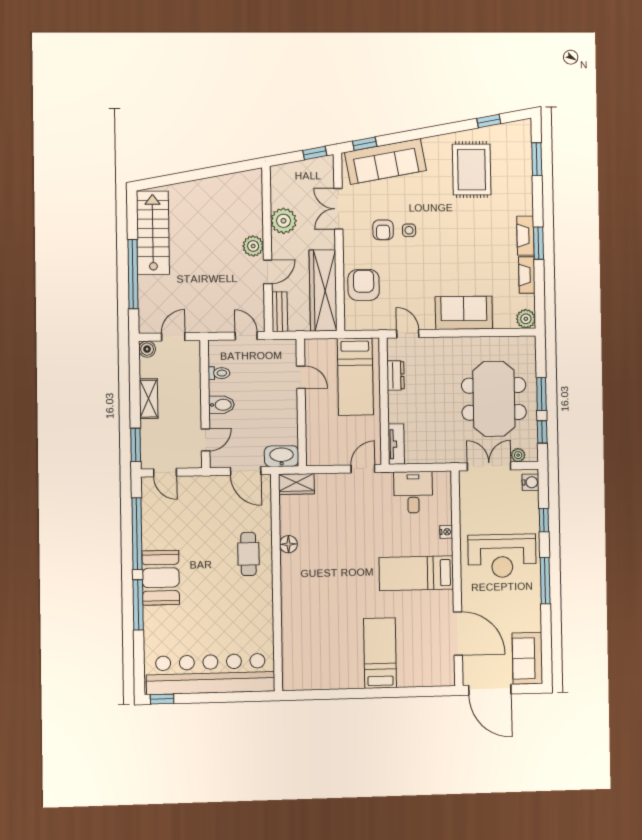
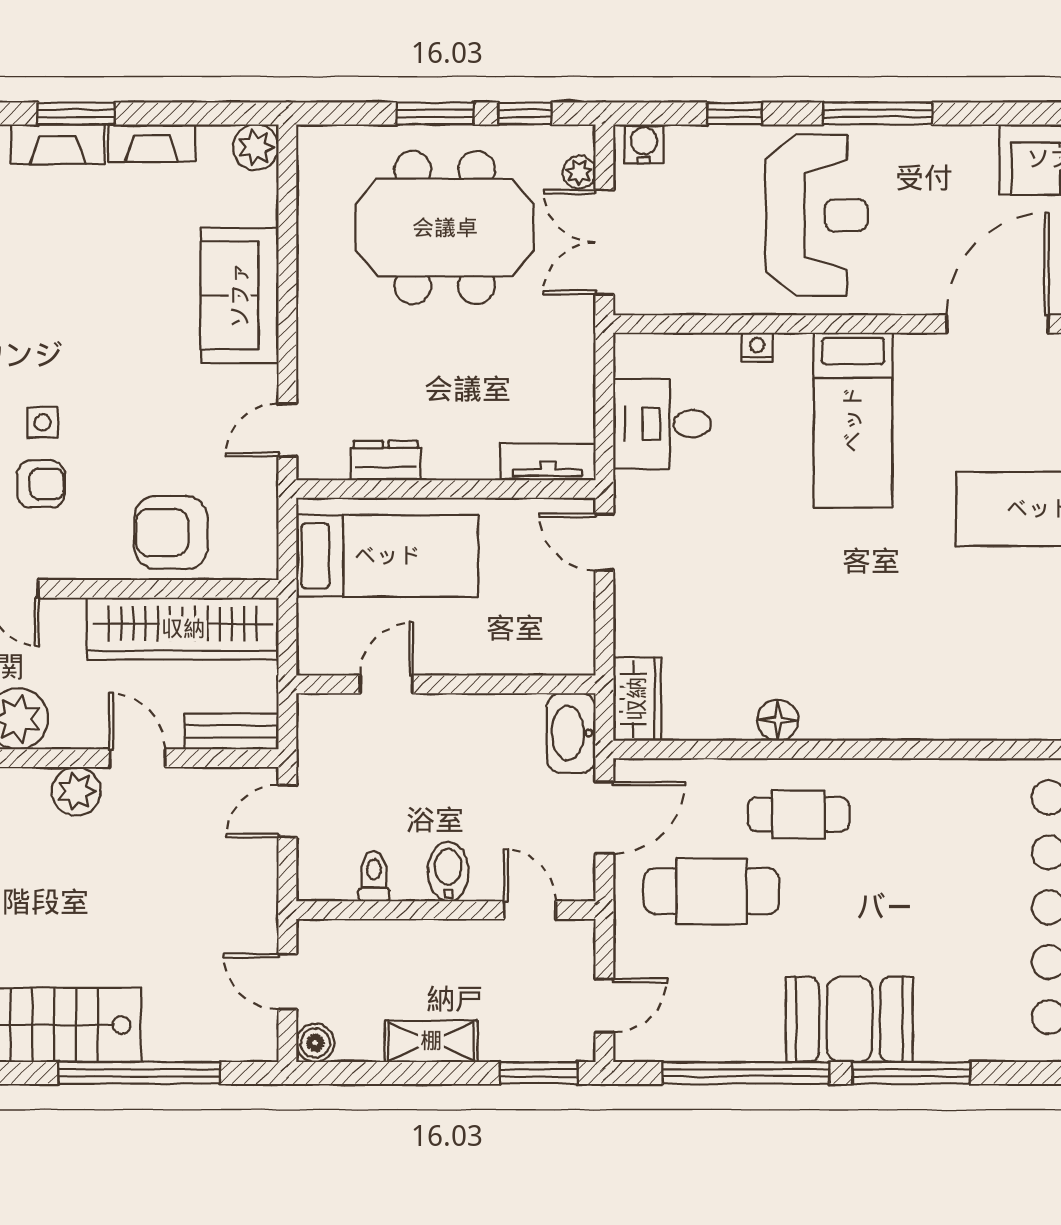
cafe table: (215, 517) -> (711, 891), added

